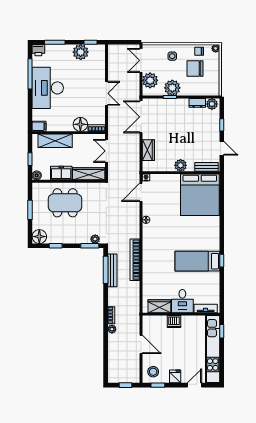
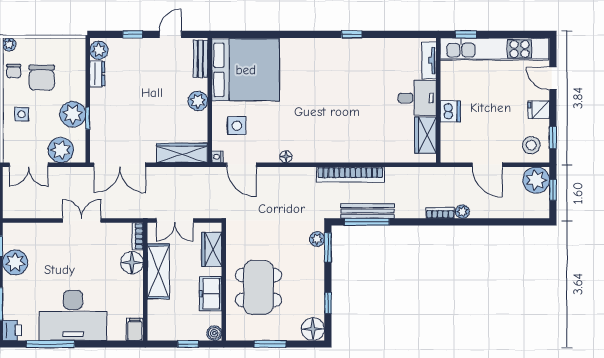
shelving: (55, 141) -> (158, 271), moved
wardrobe: (148, 150) -> (182, 153), width x1.50
wardrobe: (89, 174) -> (212, 249), width x0.67
side table: (165, 189) -> (237, 126), added
bed: (197, 261) -> (353, 74), removed
door: (141, 344) -> (487, 165), swing flipped
plant: (131, 375) -> (536, 180), added

